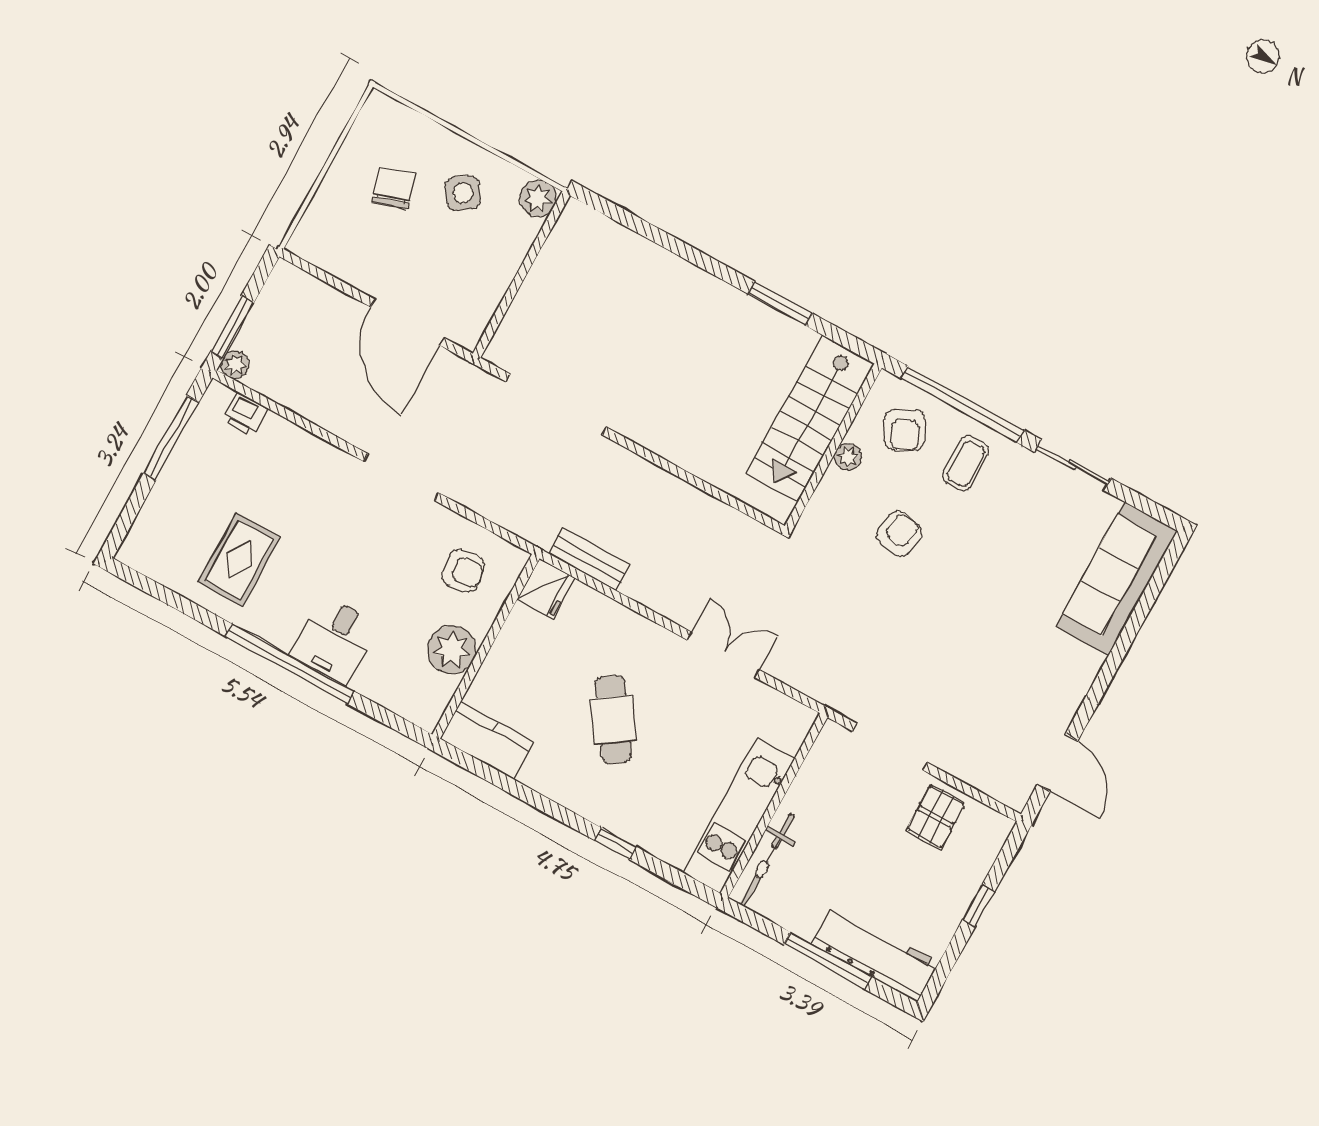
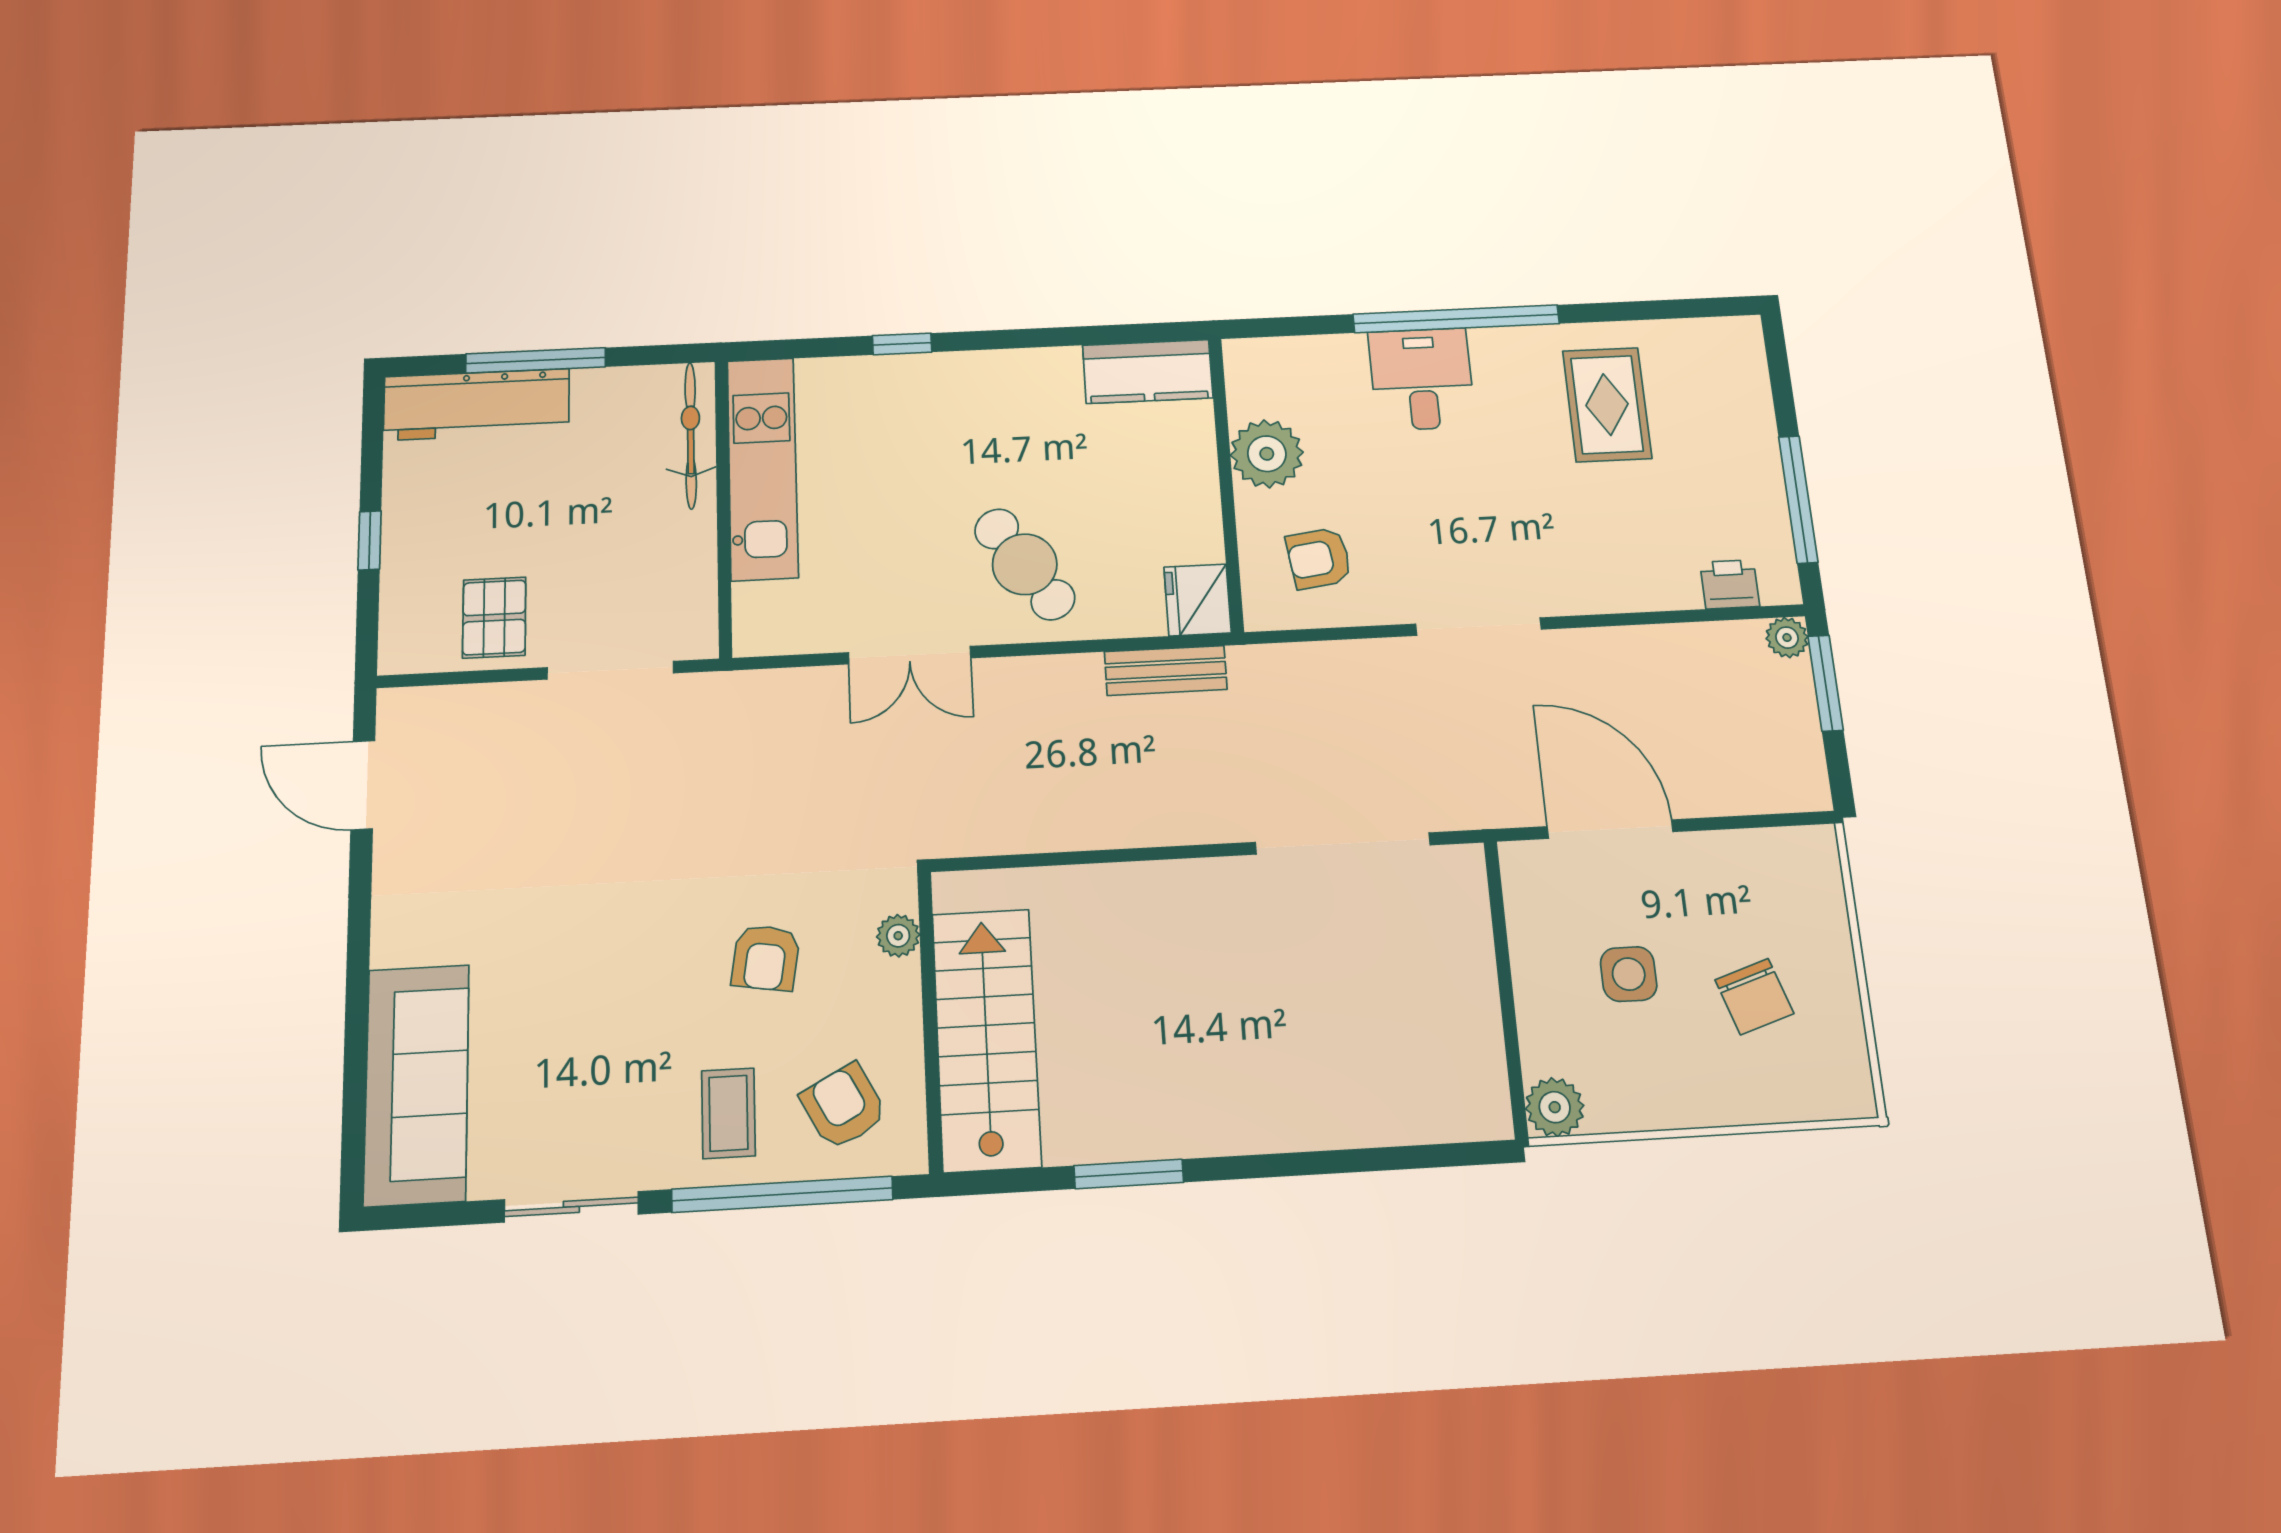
side table: (463, 193) -> (1629, 974), moved, turned 34
plant: (848, 457) -> (898, 936), moved
cafe table: (613, 720) -> (1025, 564), moved

